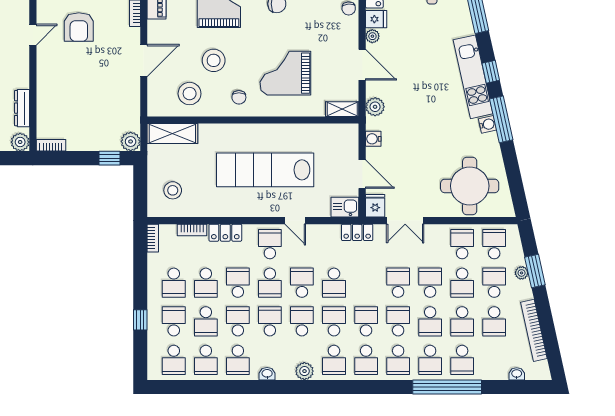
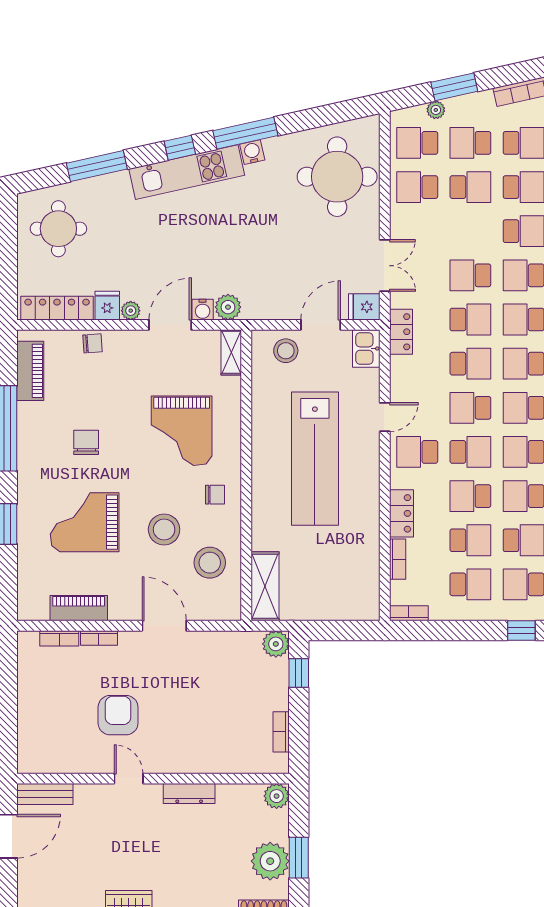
armchair: (79, 27) -> (118, 715), turned -90
dresser: (22, 108) -> (189, 793), moved
water cooler: (373, 139) -> (203, 310), moved
bookcase: (51, 145) -> (281, 732), moved
stool: (173, 190) -> (286, 351), moved
plant: (522, 273) -> (436, 110), moved
school desk: (430, 283) -> (470, 319), moved, turned 180

